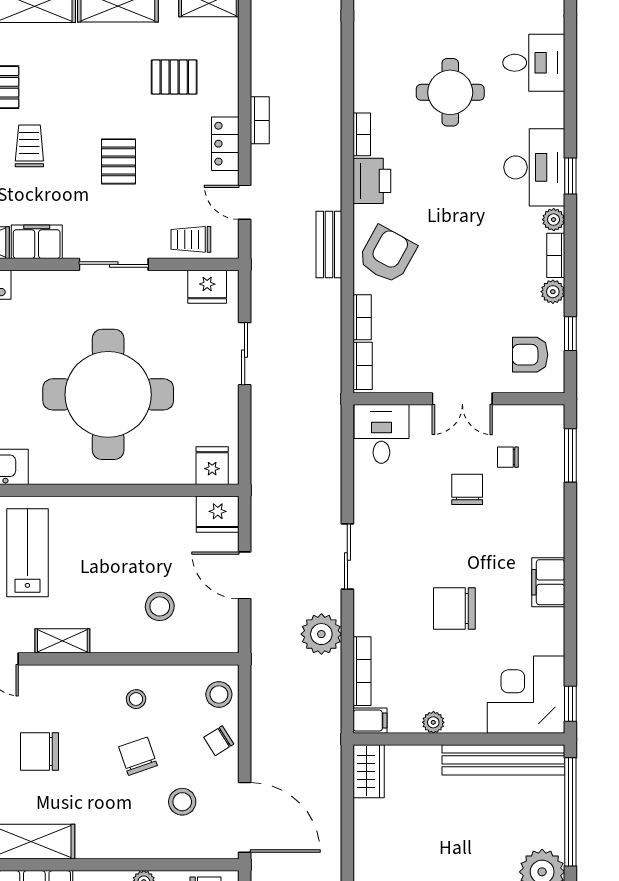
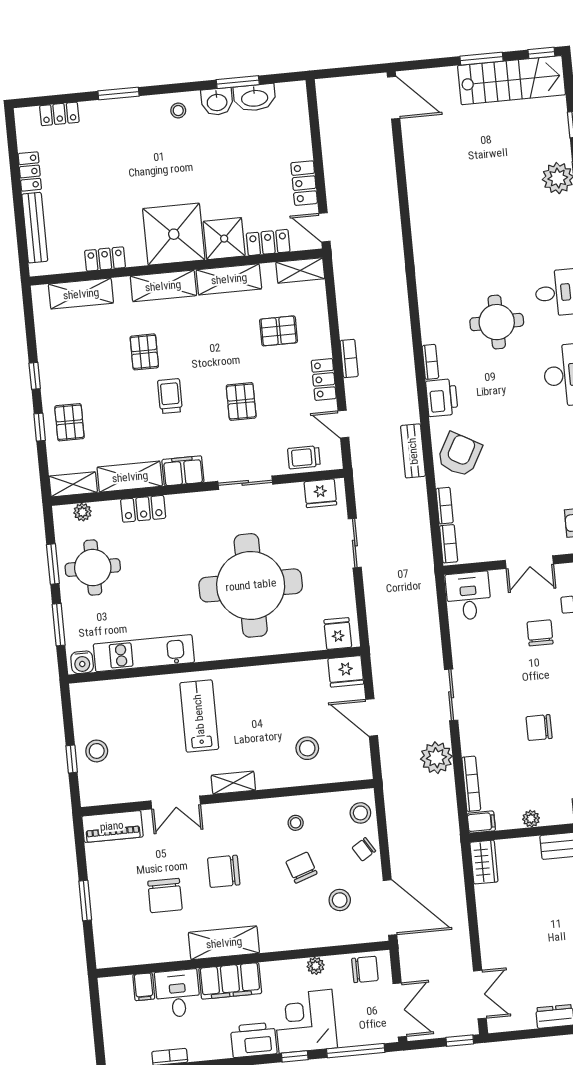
chair: (454, 609) -> (539, 728), width x0.73, depth x0.73

